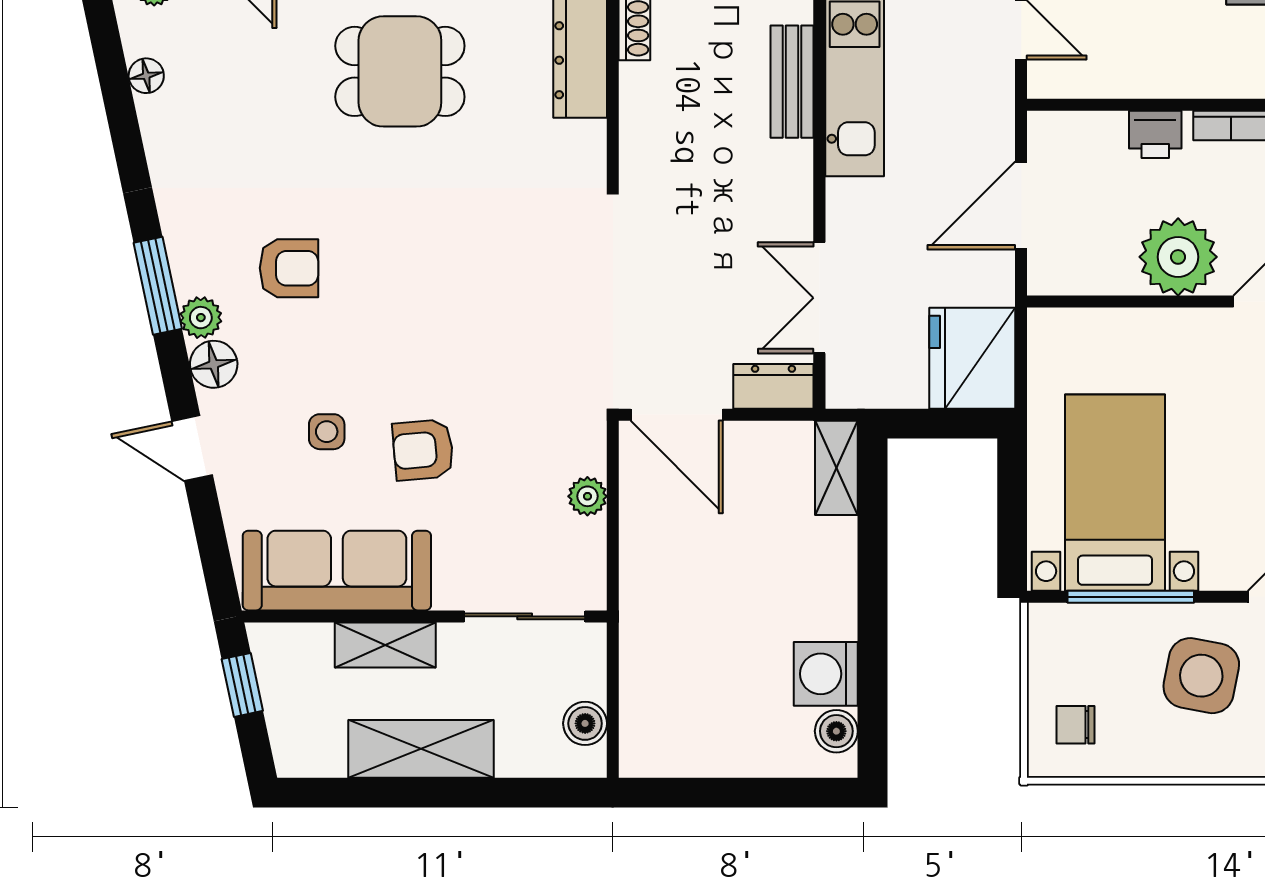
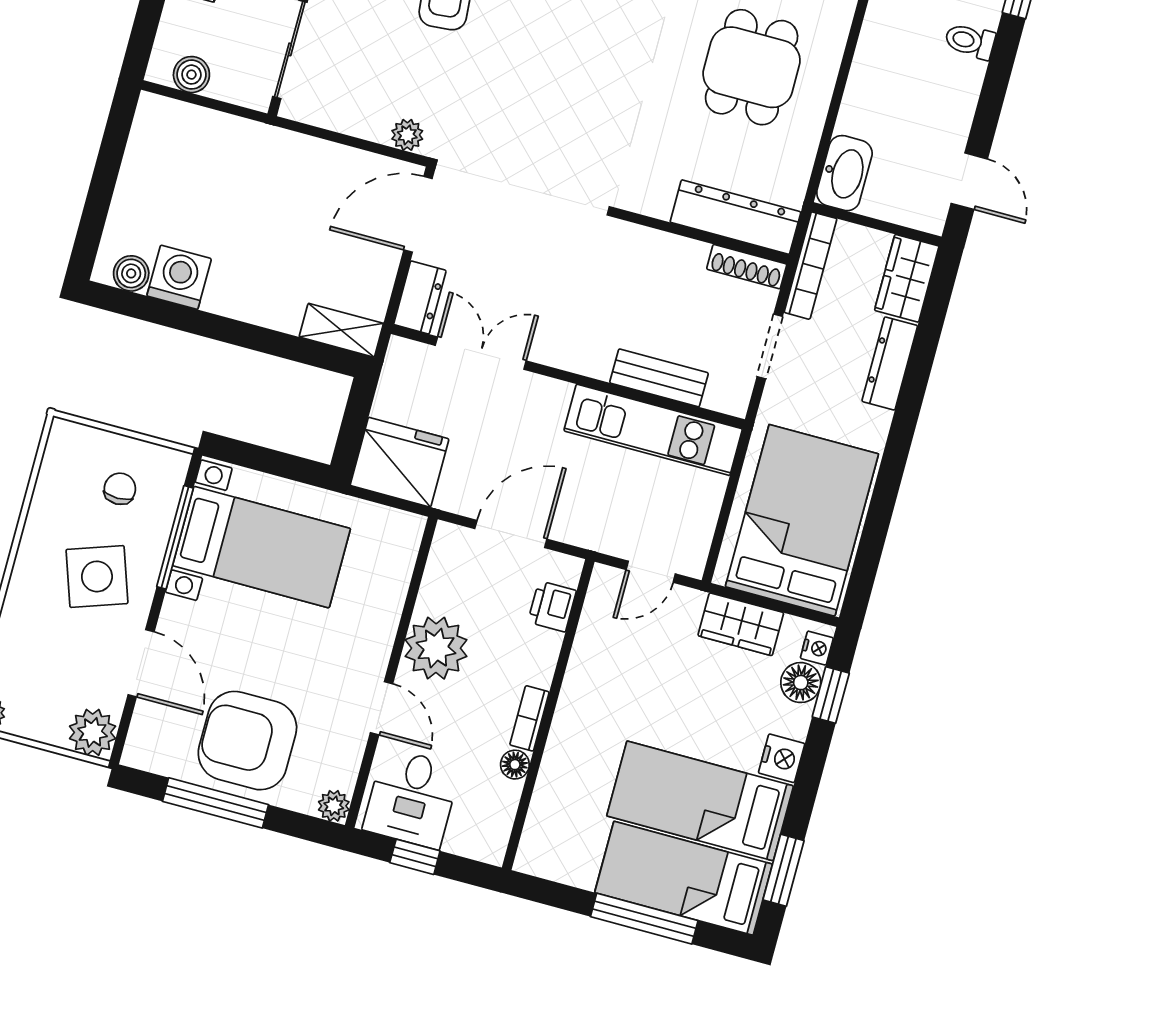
printer: (1155, 134) -> (552, 606), moved
door: (1021, 205) -> (511, 534), hinge flipped
plant: (587, 496) -> (407, 135), moved
side table: (1201, 676) -> (97, 576), turned -30
chair: (1076, 725) -> (120, 489), moved

